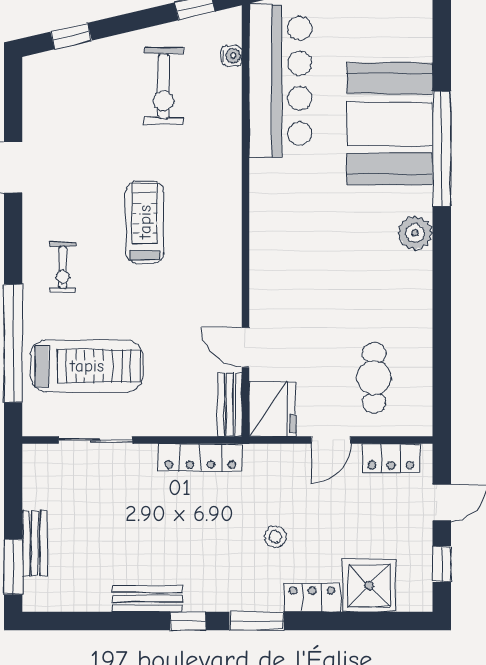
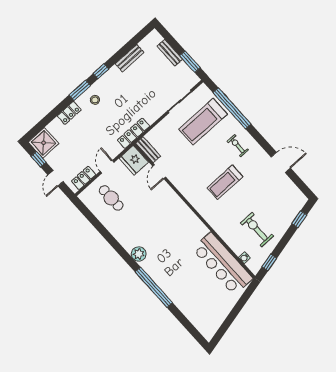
booth: (390, 124) -> (177, 281), removed
treadmill: (145, 222) -> (225, 182), turned 90
door: (246, 347) -> (159, 172), swing flipped
locker: (200, 458) -> (134, 133), moved
stool: (275, 537) -> (95, 100), moved
window: (13, 567) -> (190, 62), moved
shower: (369, 586) -> (44, 143), moved
bench: (147, 599) -> (130, 58), moved

